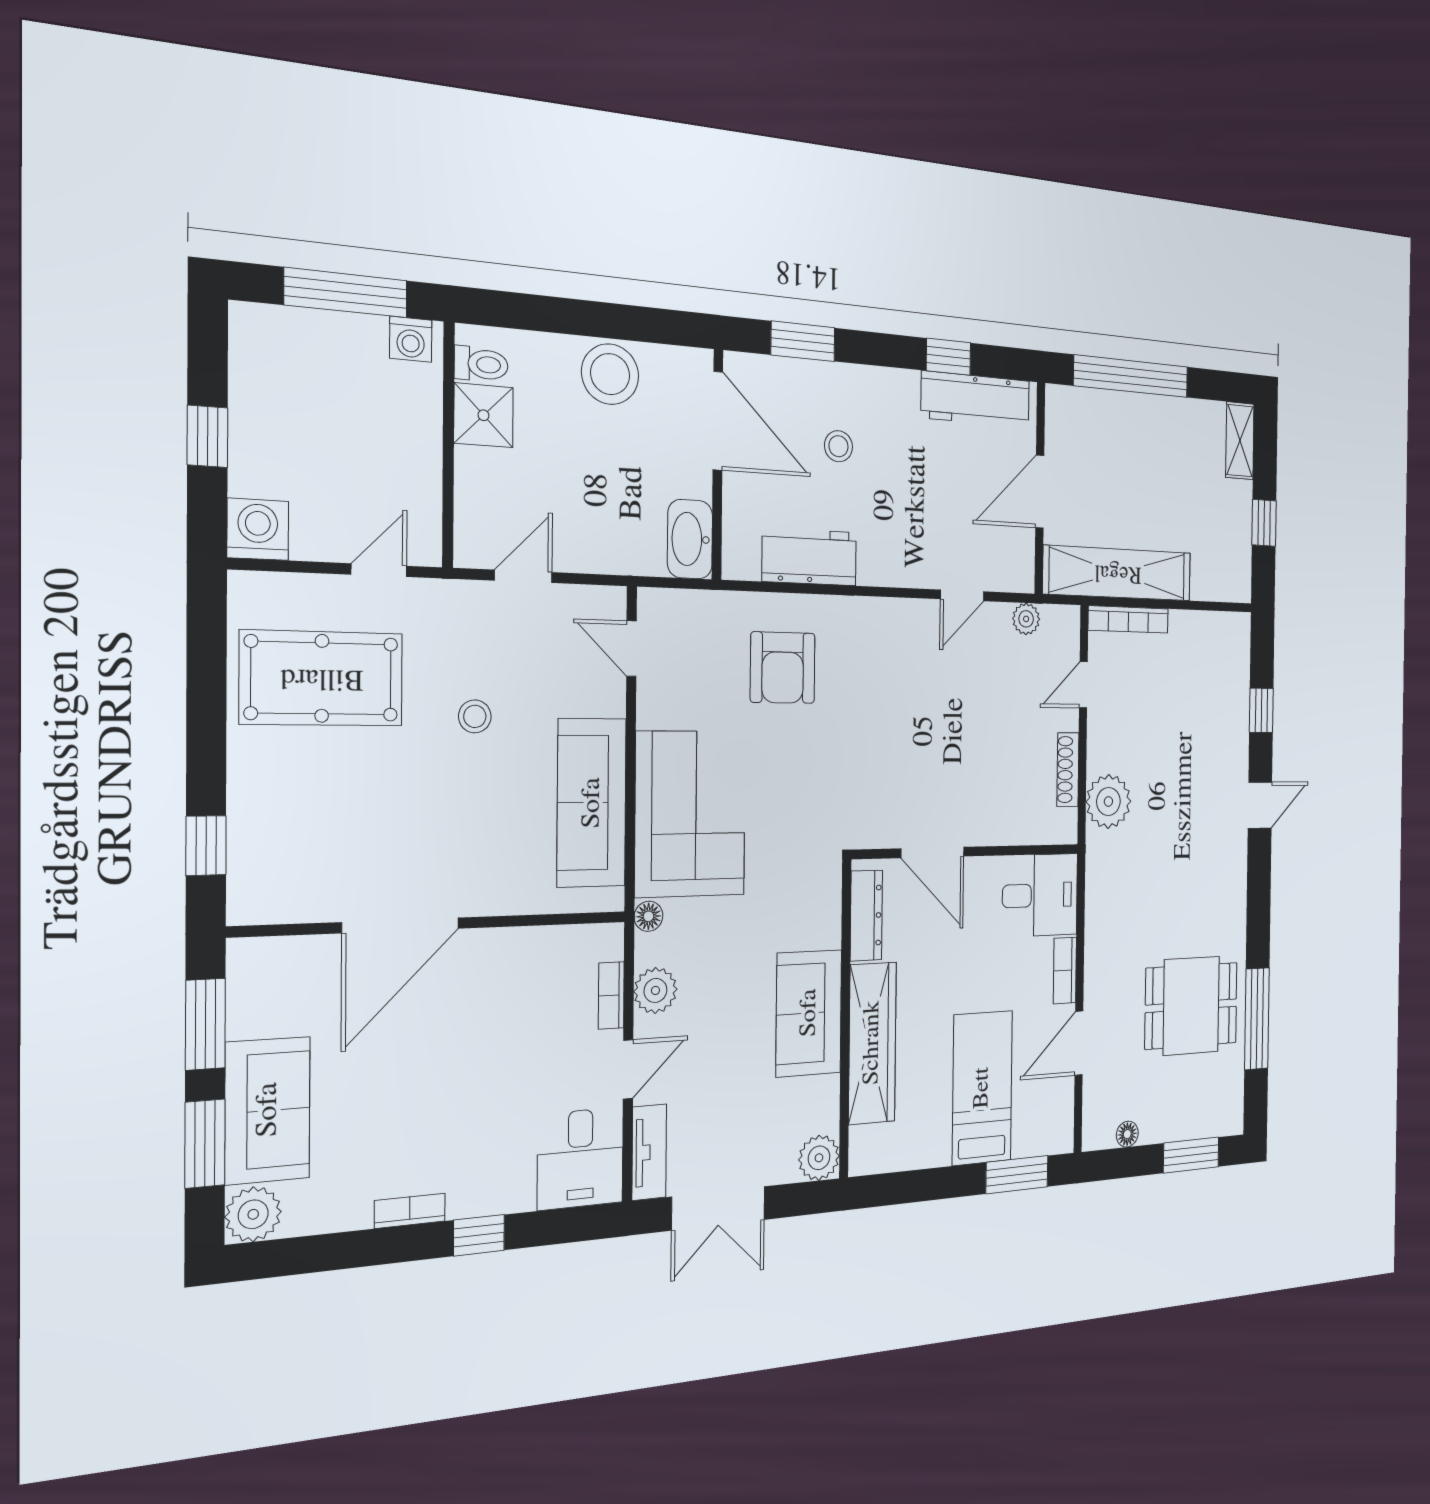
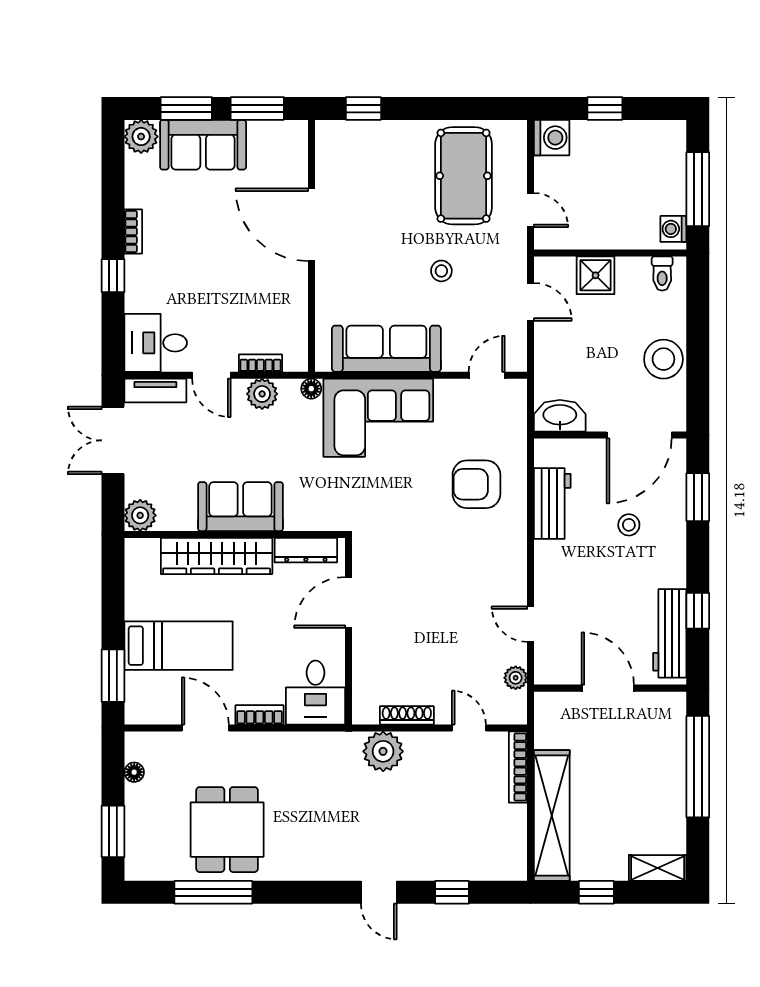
shower: (484, 415) -> (596, 275), moved
shelving: (1118, 573) -> (552, 815), moved

